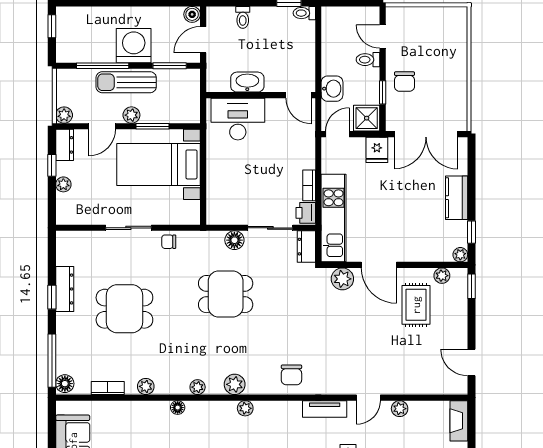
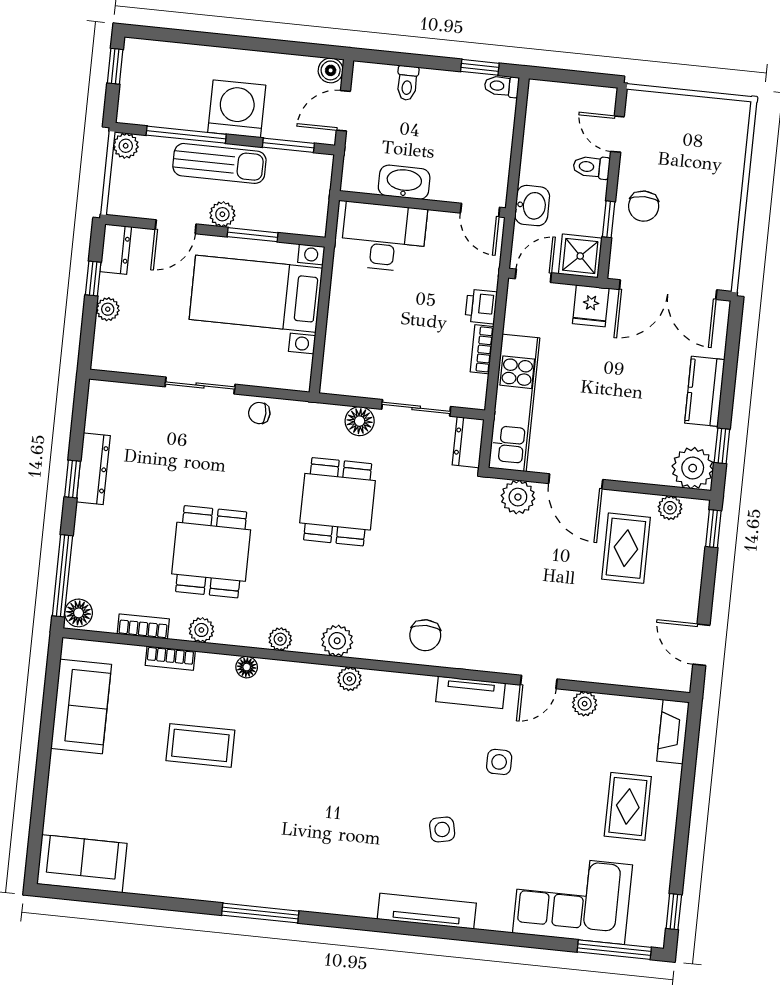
sun lounger: (126, 82) -> (219, 163), turned 180
plant: (64, 115) -> (126, 146), moved
printer: (306, 213) -> (481, 307), moved
plant: (460, 255) -> (693, 468), width x1.87, depth x1.87
dining table: (226, 294) -> (338, 502), turned 90
dining table: (124, 309) -> (211, 552), moved, turned 90
bookcase: (127, 407) -> (170, 658), added

